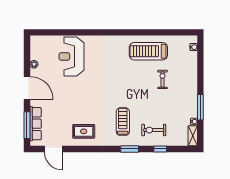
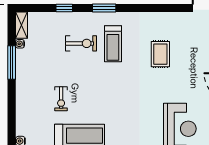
exercise bike: (154, 130) -> (81, 43), moved
rug: (84, 131) -> (160, 54), moved, turned 90

